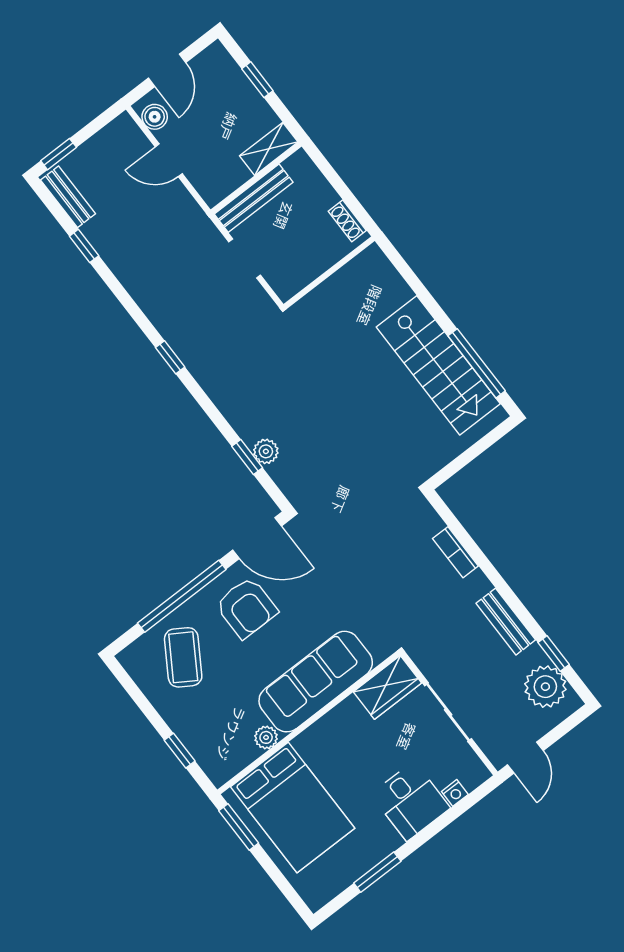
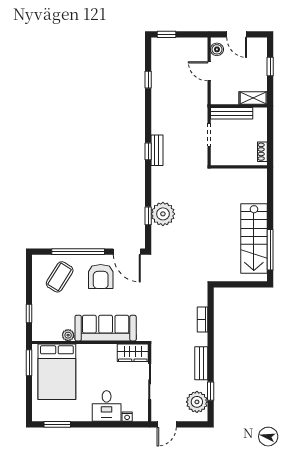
door: (167, 70) -> (237, 34), hinge flipped
bench: (68, 197) -> (157, 150), moved
plant: (266, 451) -> (163, 214), width x1.88, depth x1.88
window: (377, 872) -> (57, 424), moved

